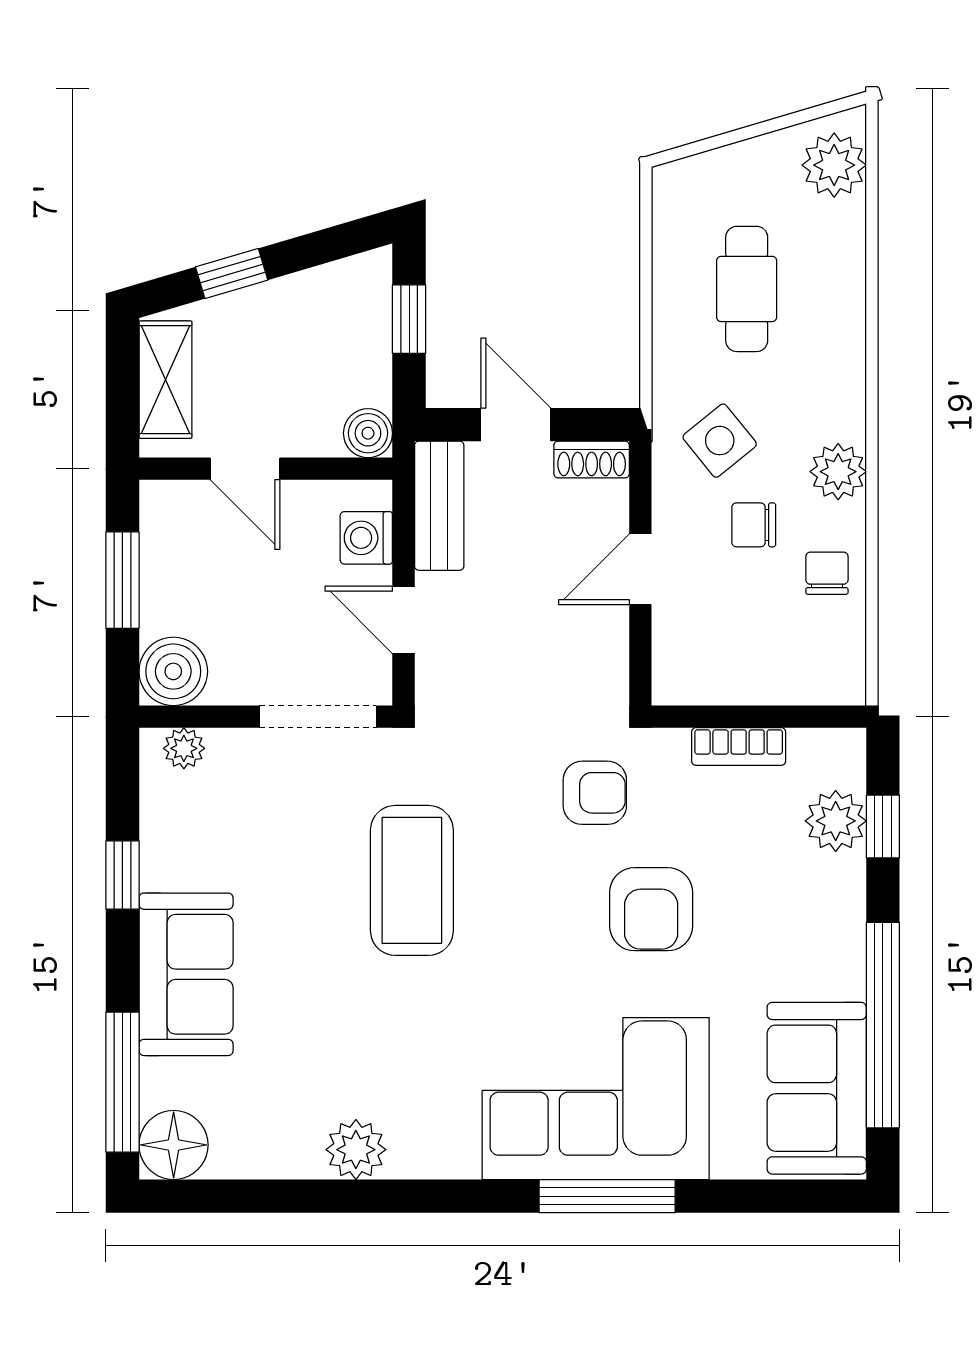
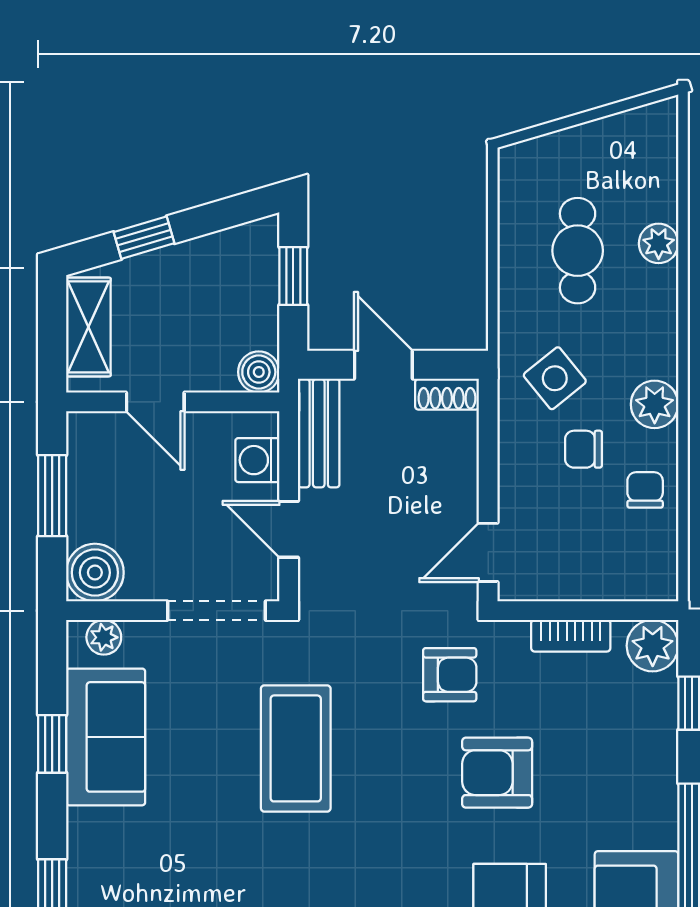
plant: (834, 165) -> (659, 243), moved, width x0.73, depth x0.73
door: (640, 569) -> (488, 552), moved
plant: (836, 821) -> (653, 646), moved
armchair: (651, 909) -> (497, 773), turned 90
sofa: (186, 974) -> (106, 737), moved

